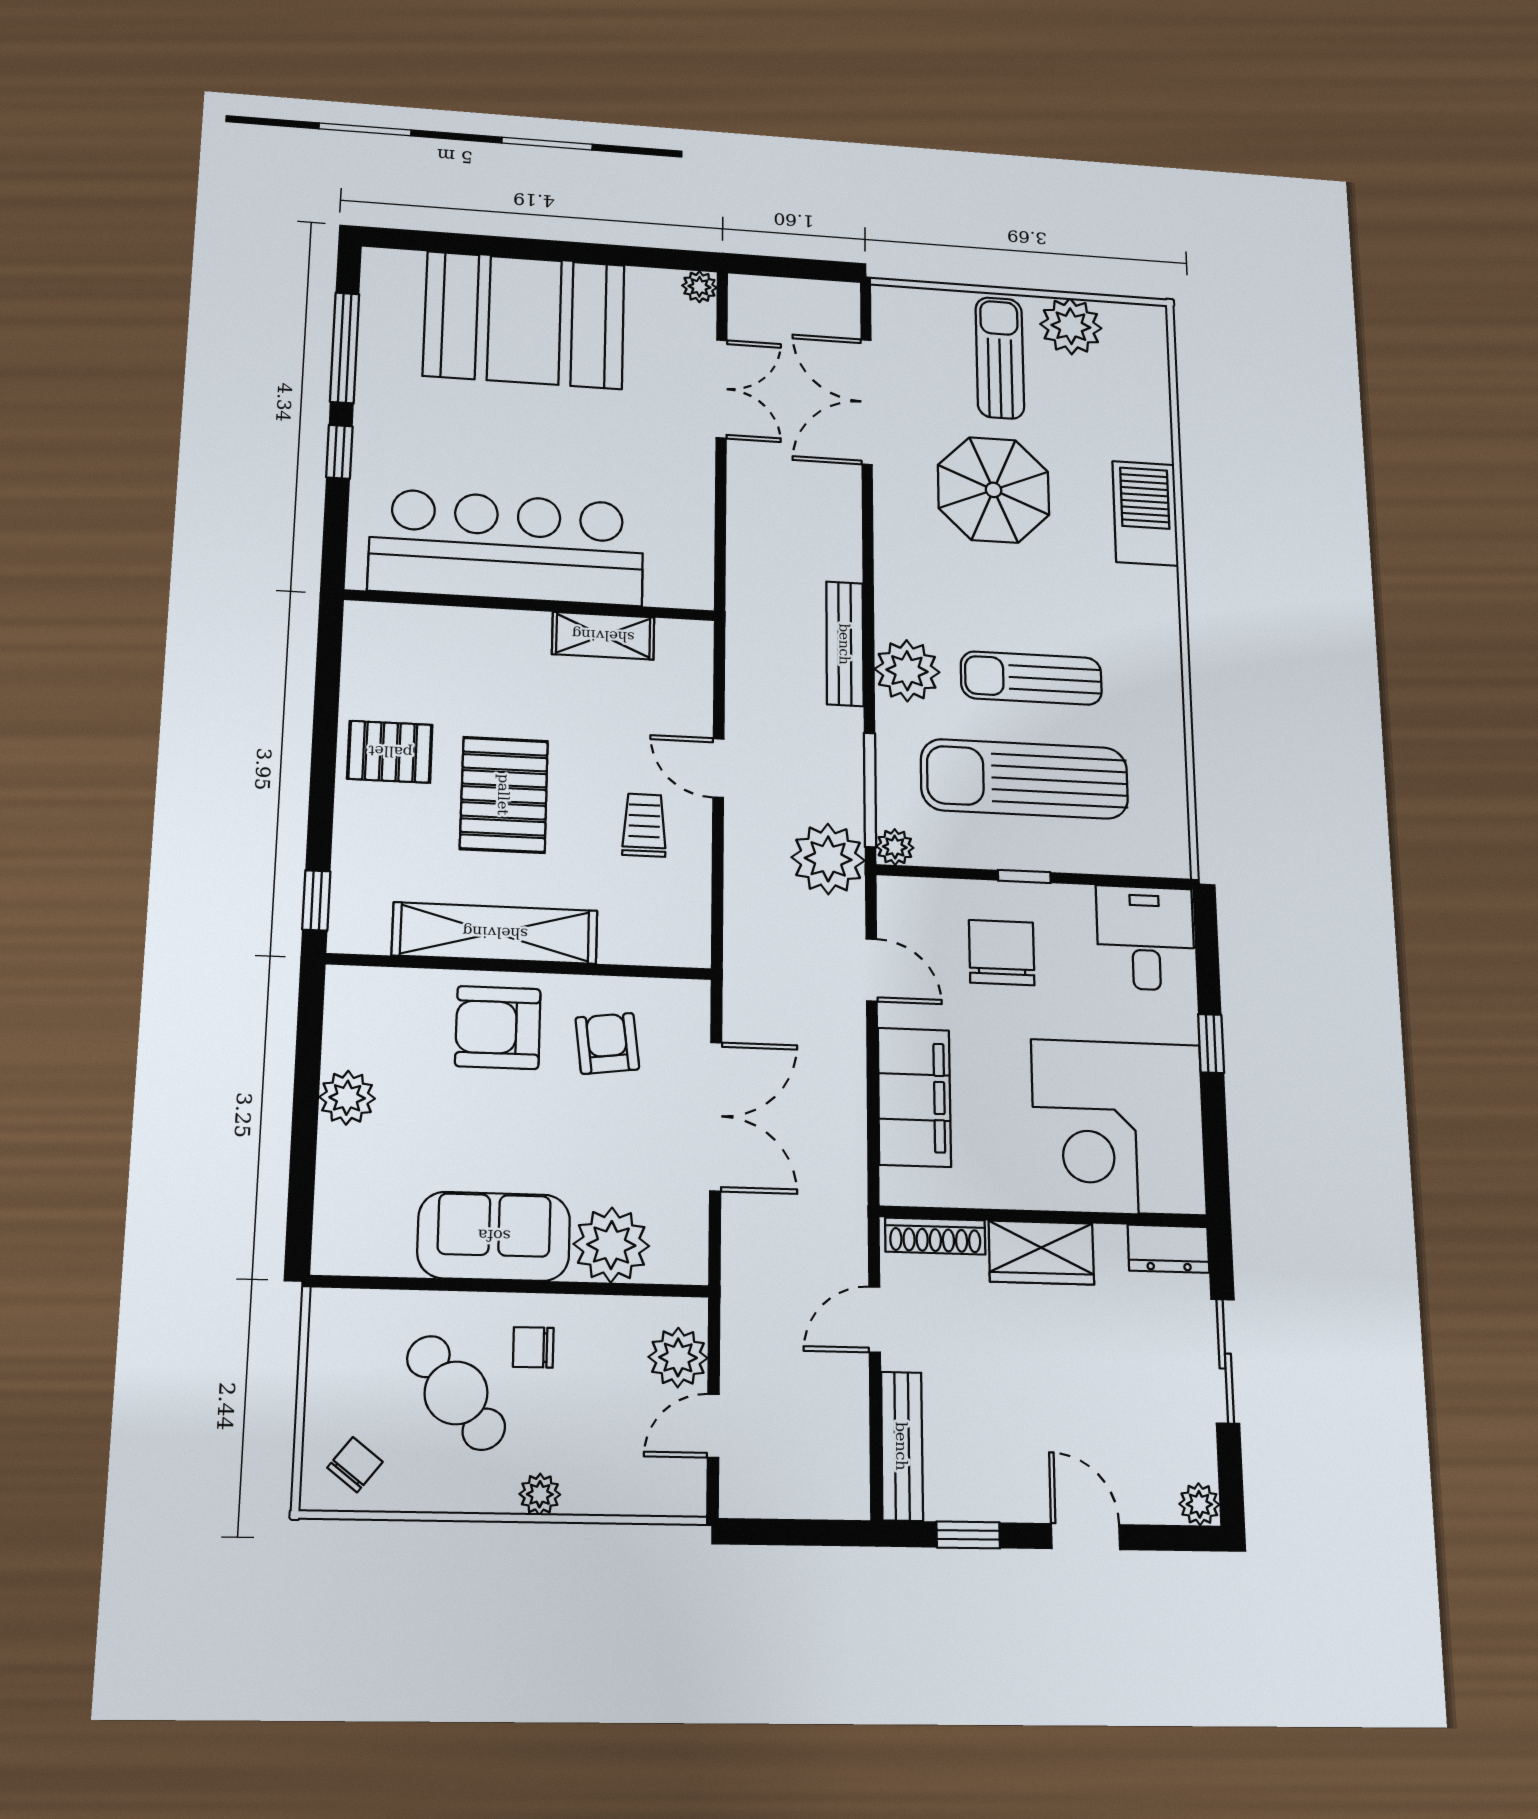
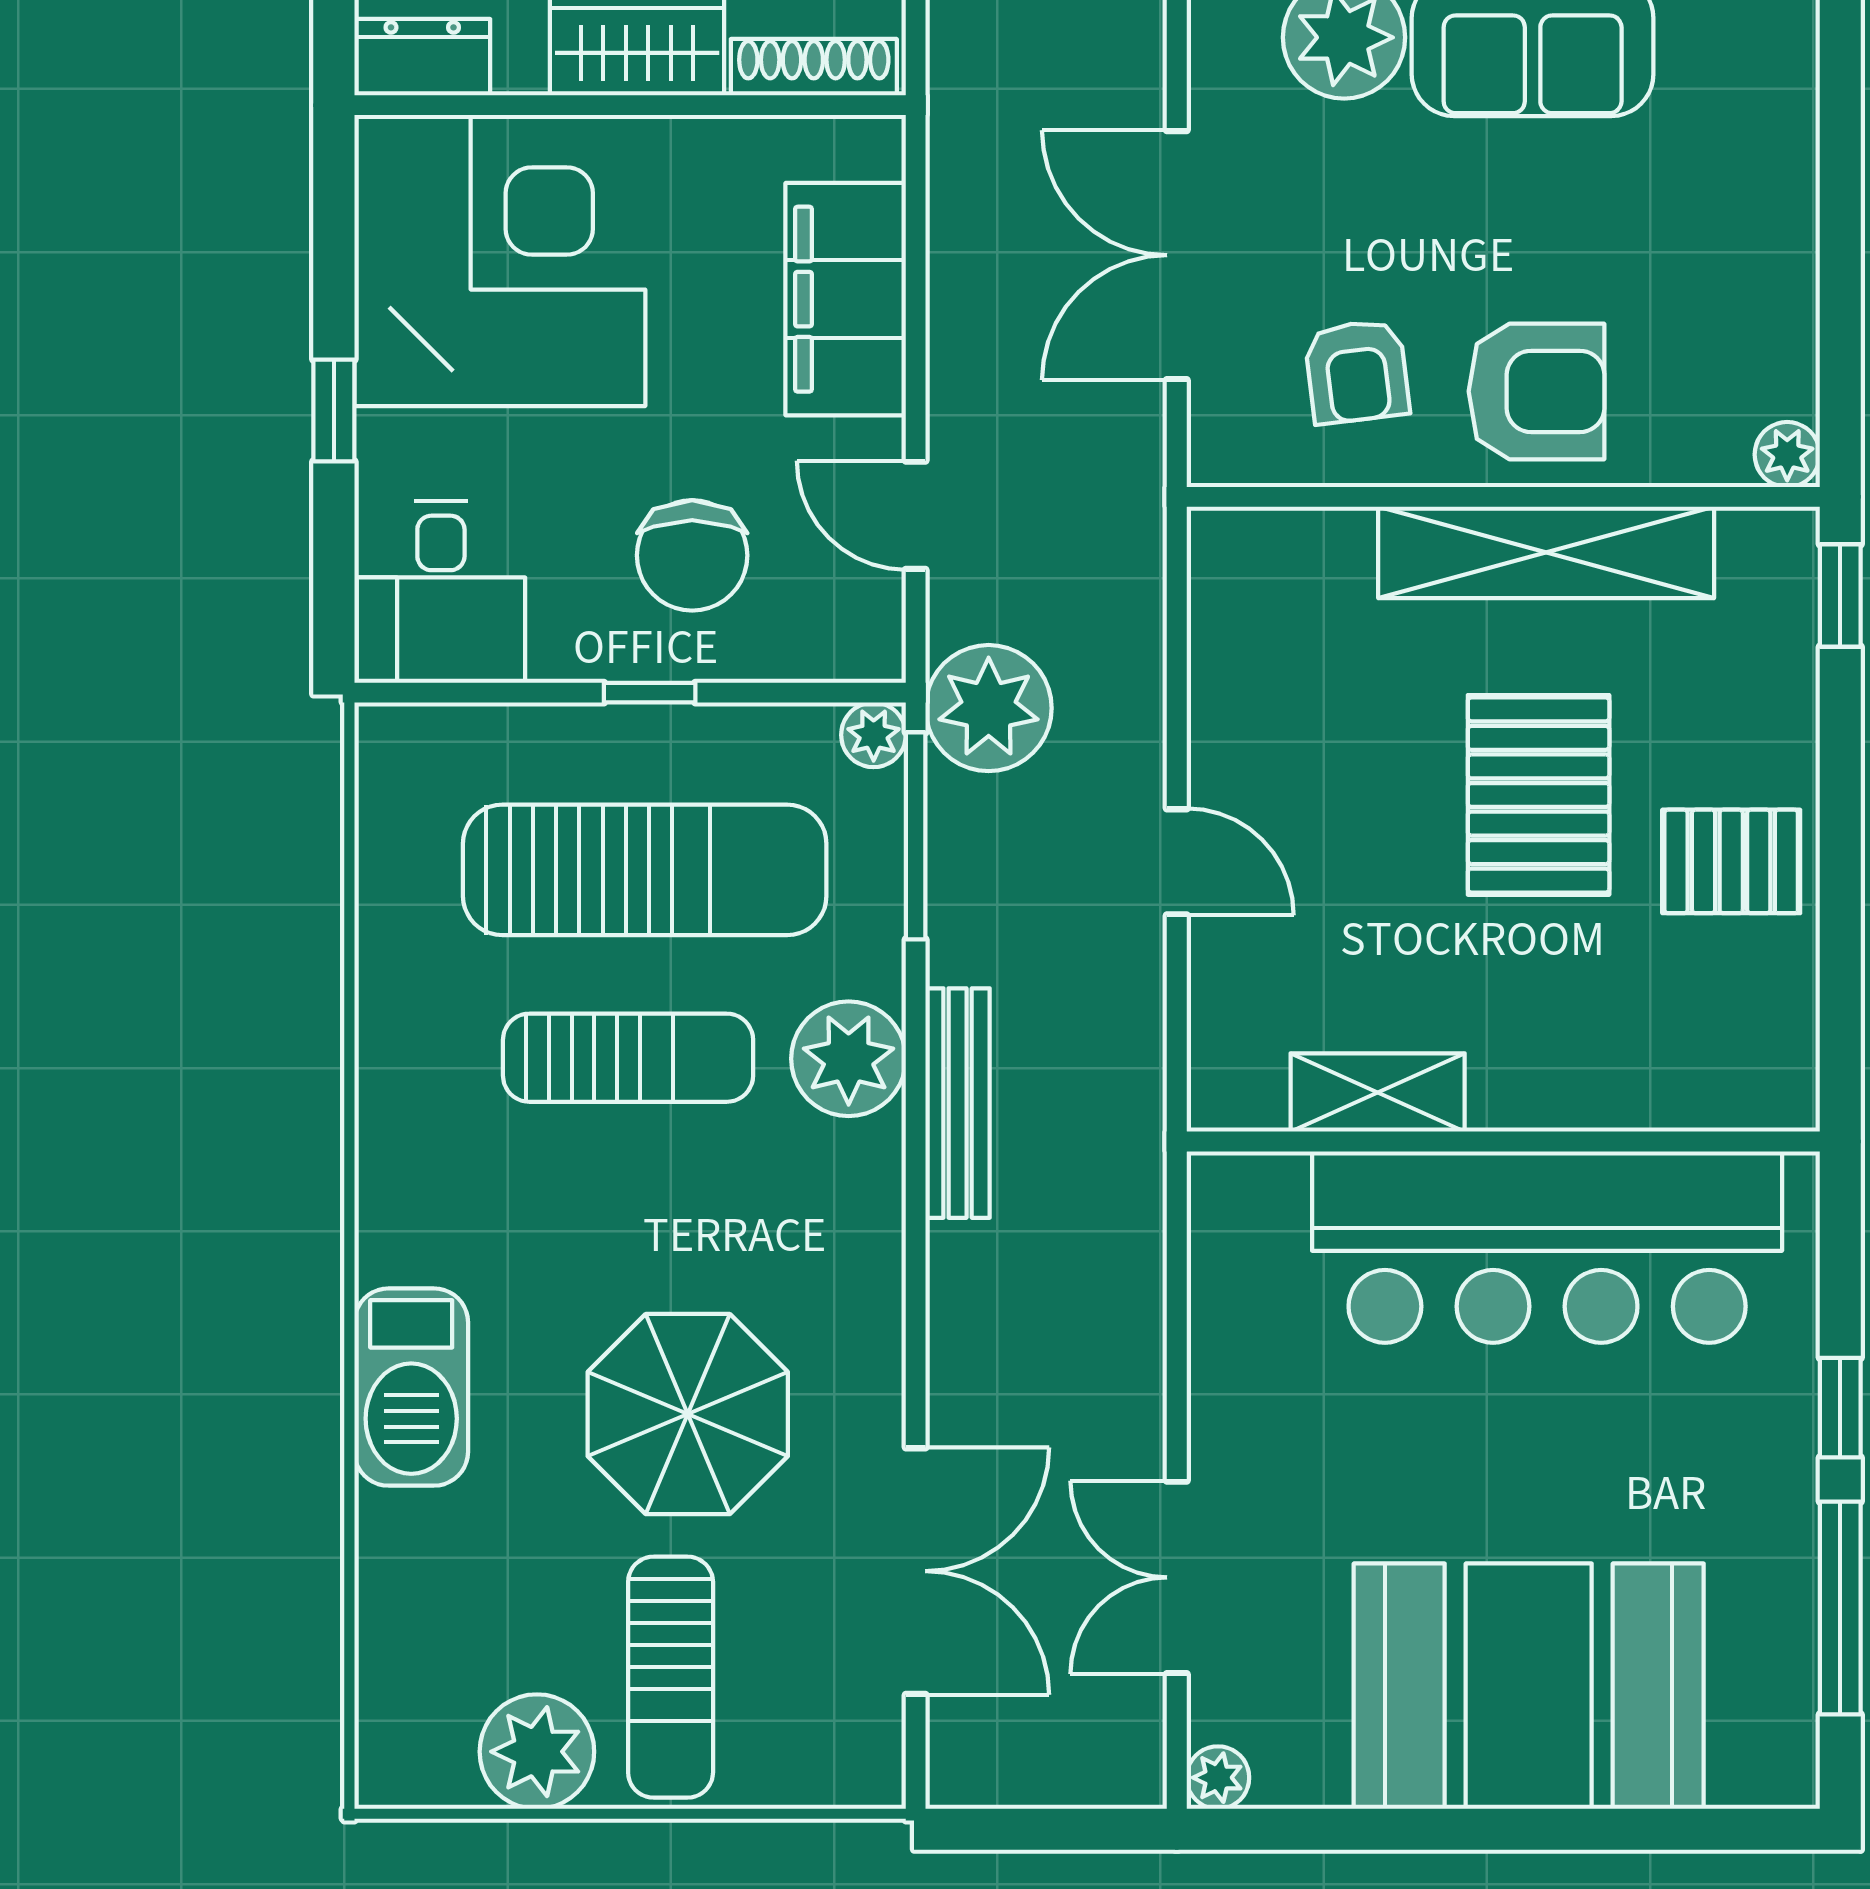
trolley: (644, 825) -> (1302, 753), removed
plant: (347, 1098) -> (1787, 455), moved, width x0.73, depth x0.73

